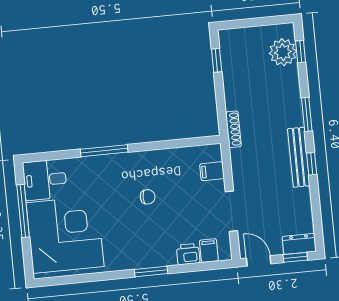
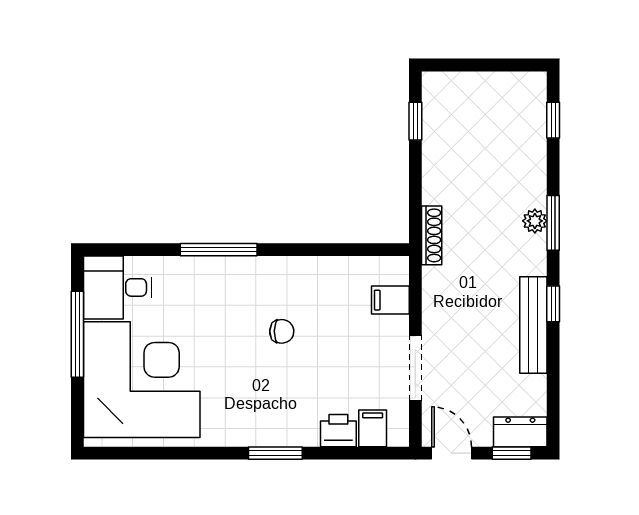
plant: (283, 52) -> (535, 221), moved, width x0.53, depth x0.53
bench: (299, 157) -> (533, 325), moved

